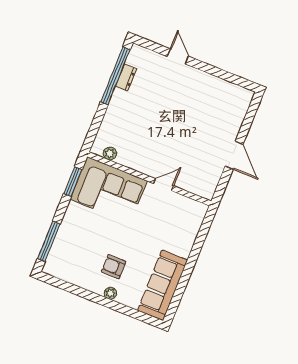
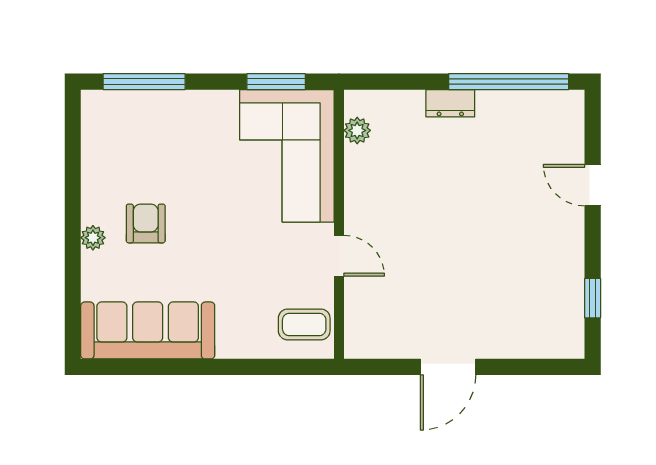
door: (178, 56) -> (593, 185), swing flipped
dresser: (126, 77) -> (450, 103), moved
window: (229, 77) -> (593, 298), added
coffee table: (188, 213) -> (304, 324), added

